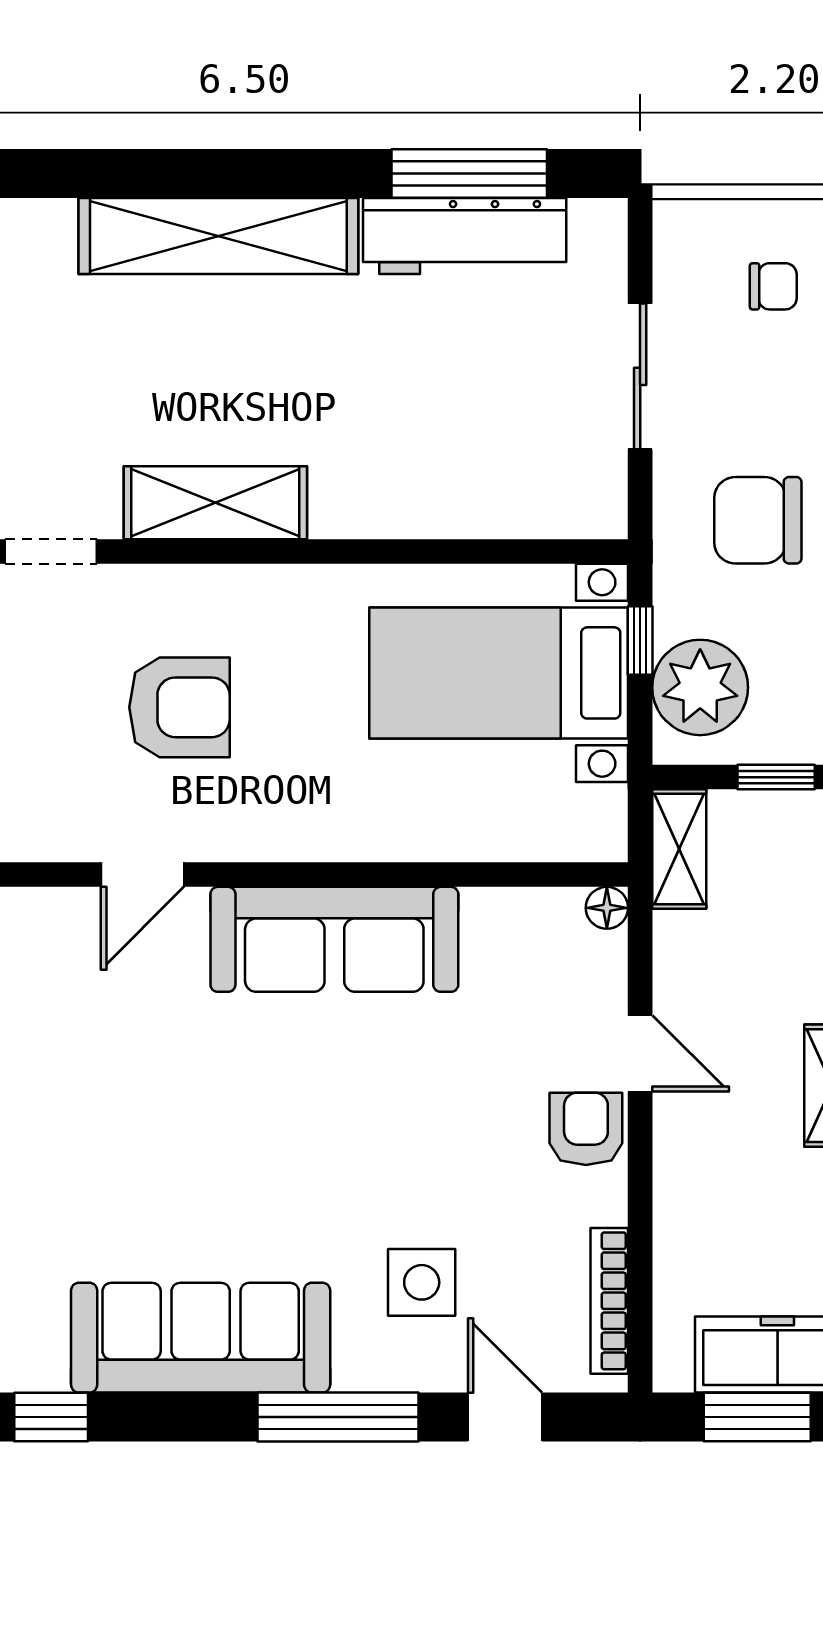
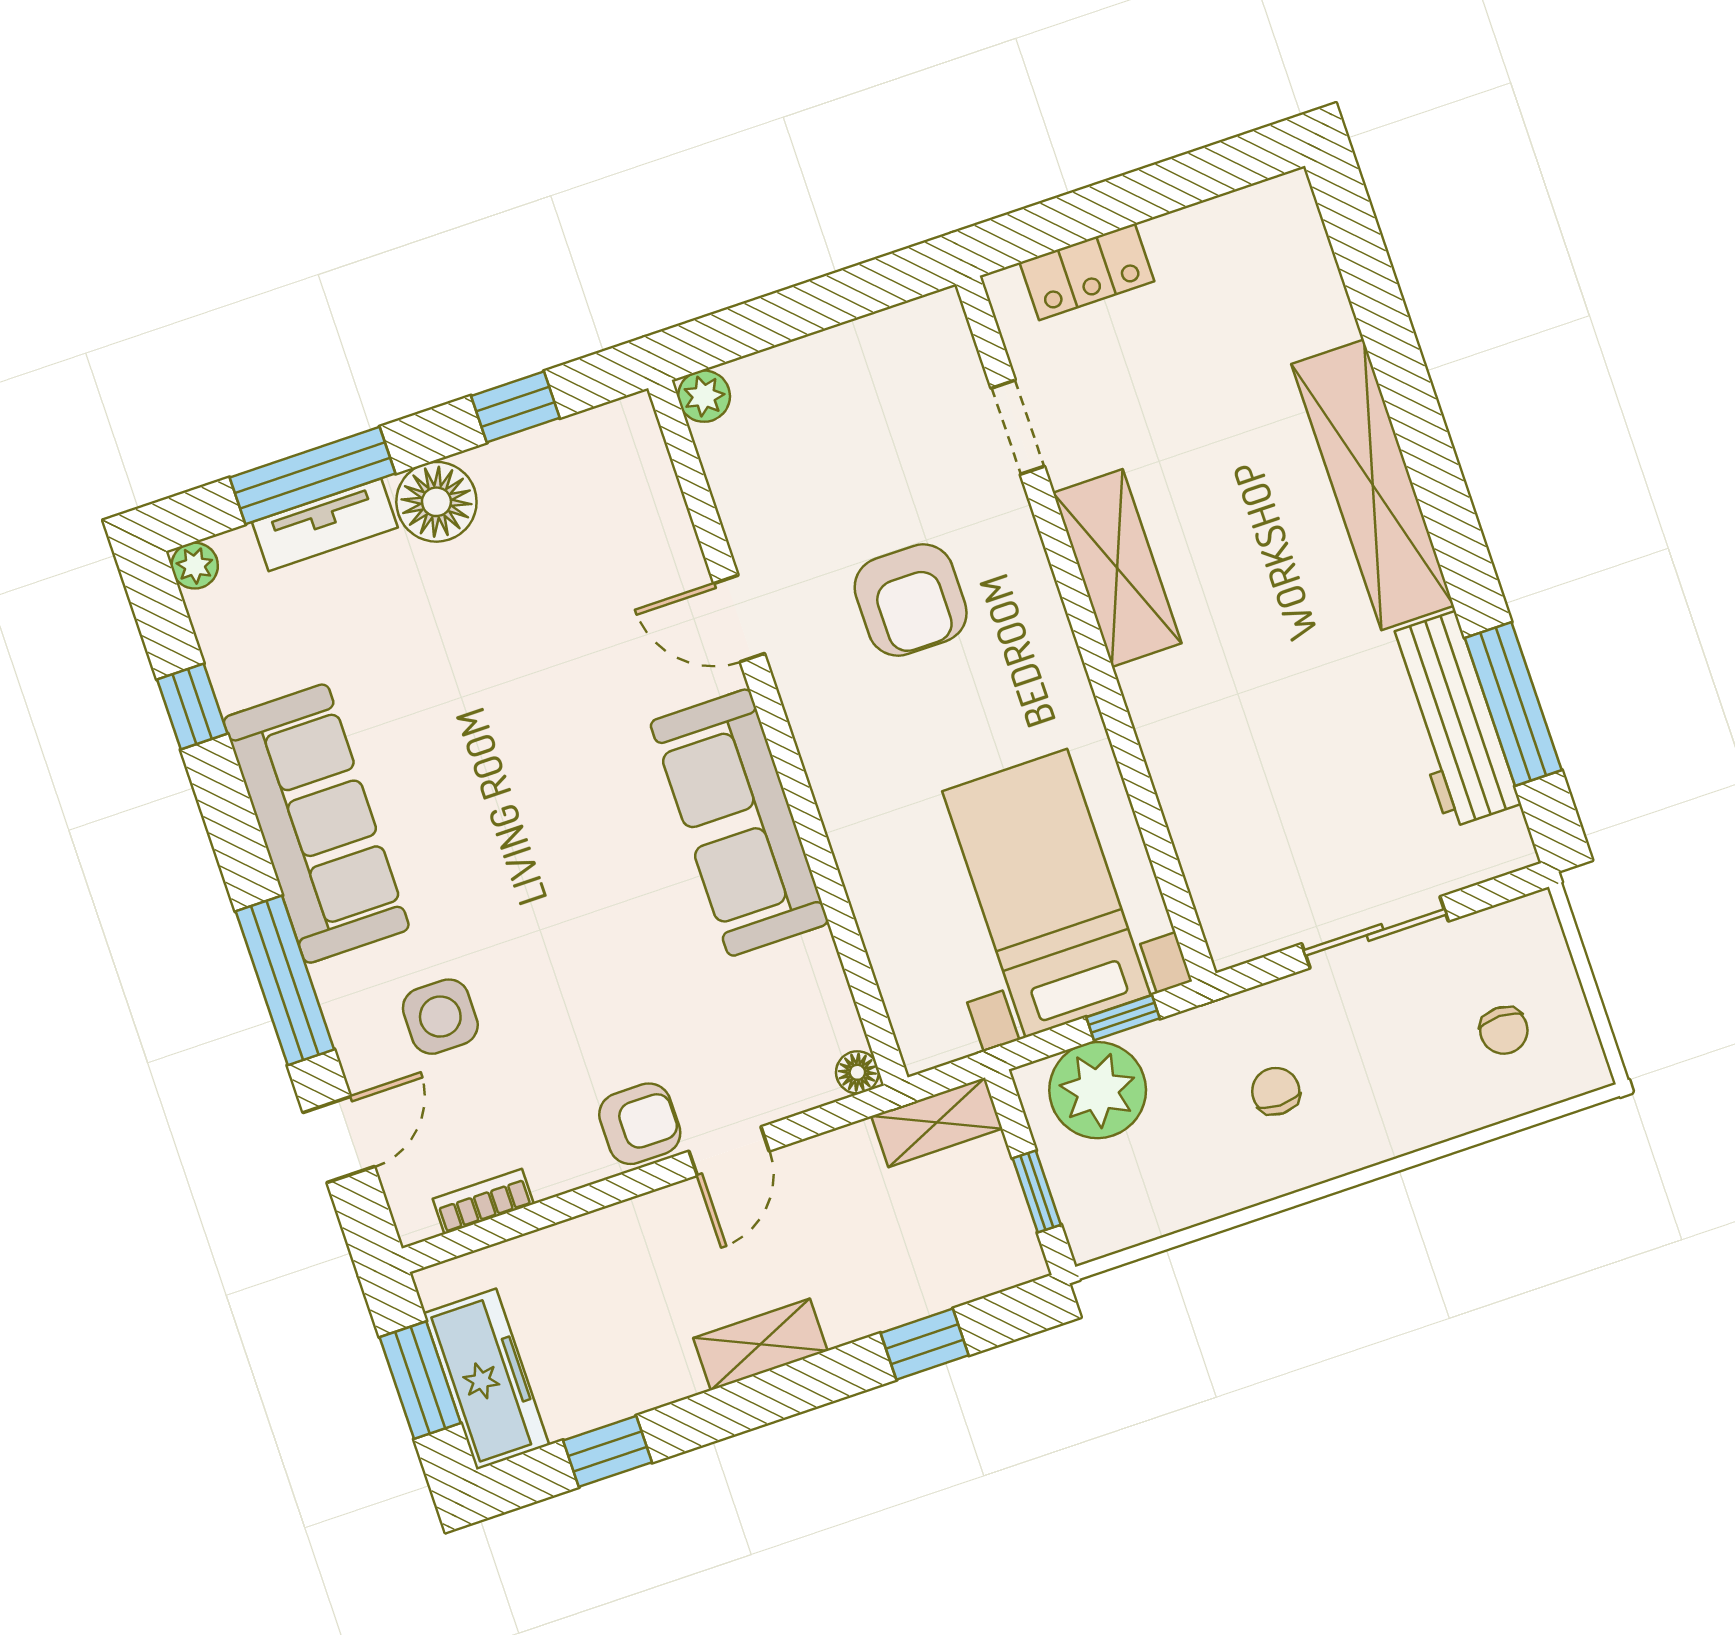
chair: (758, 520) -> (1276, 1091), width x0.54, depth x0.54
bookcase: (609, 1301) -> (483, 1201), width x0.64

